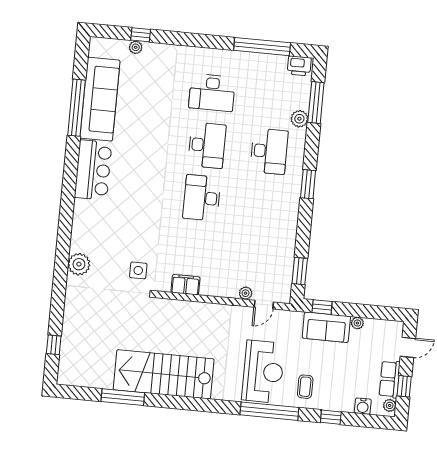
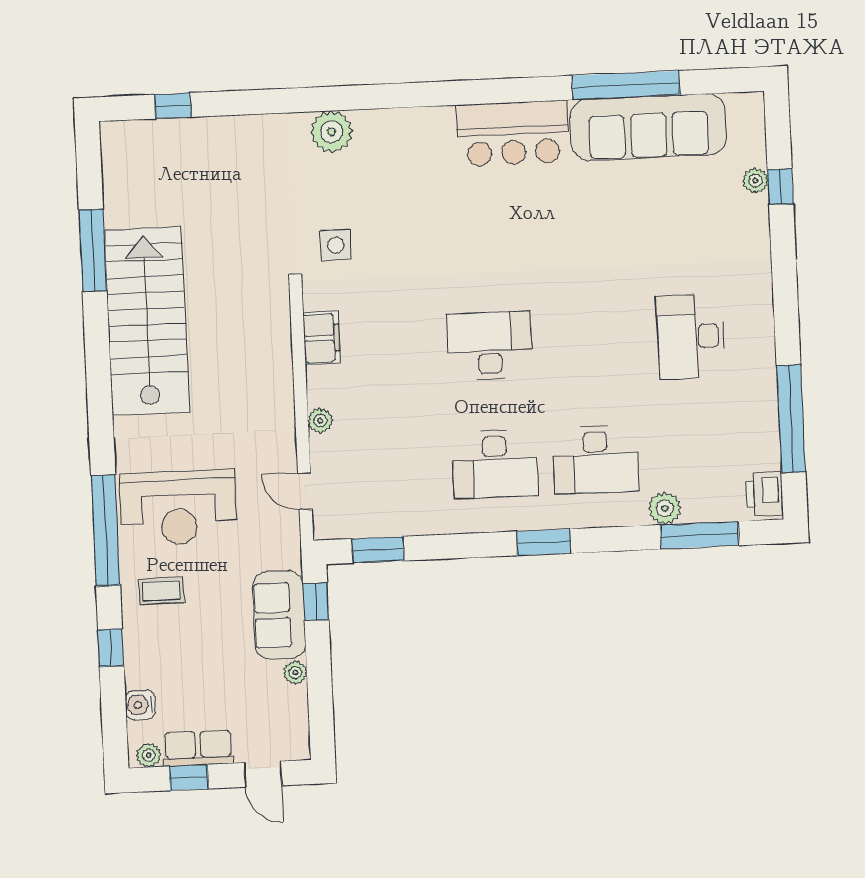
desk: (207, 145) -> (495, 464), moved
plant: (246, 293) -> (320, 421), moved

